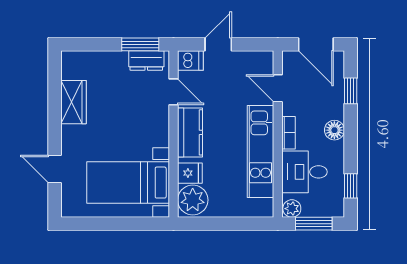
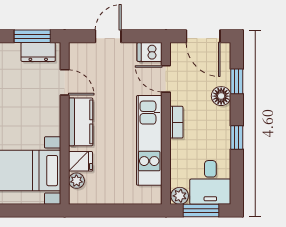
dishwasher: (190, 61) -> (150, 52), moved, turned 180
floor lamp: (334, 130) -> (221, 96), moved
desk: (304, 172) -> (210, 182), moved, turned -90
window: (351, 186) -> (237, 138), moved
plant: (193, 200) -> (76, 181), width x0.53, depth x0.53

